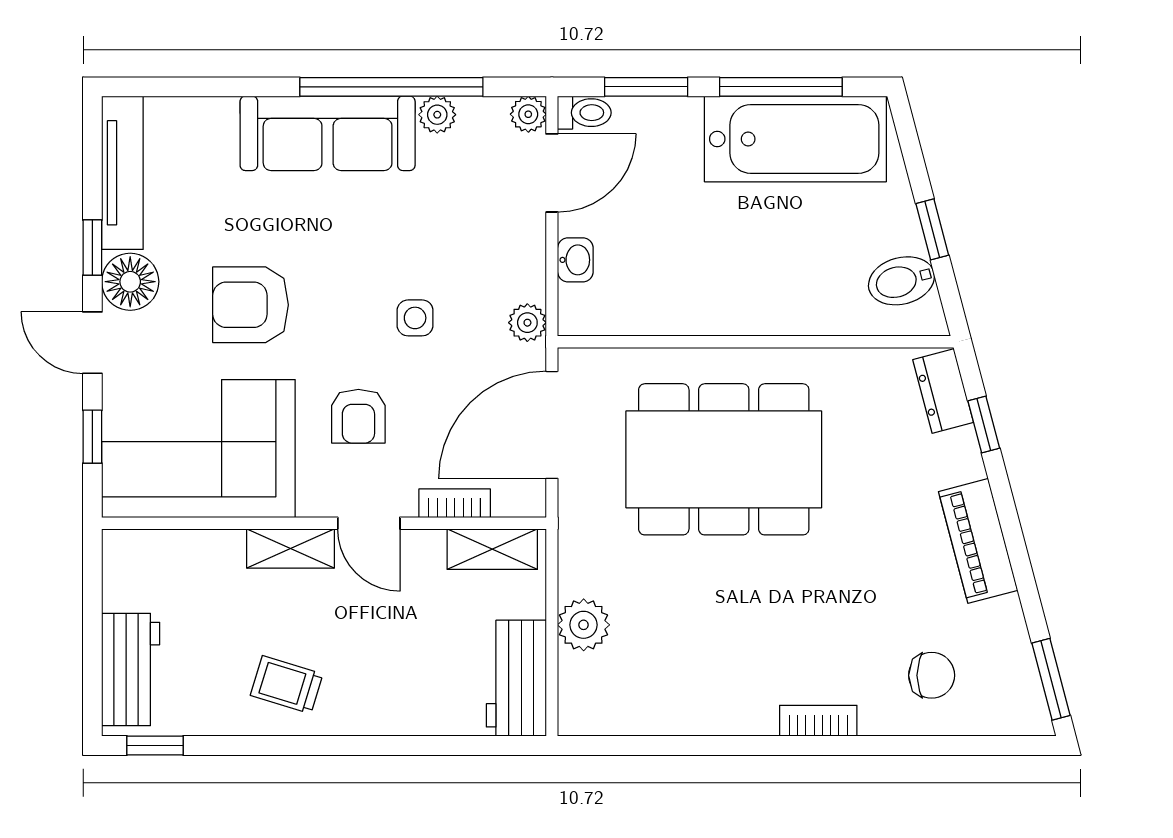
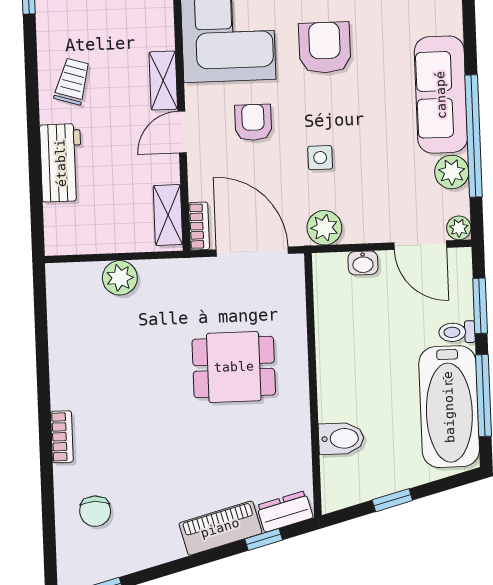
toilet: (584, 113) -> (457, 332), moved, turned 90
plant: (437, 115) -> (452, 172), width x1.38, depth x1.38
bidet: (901, 281) -> (341, 438), moved, turned 105
plant: (527, 323) -> (324, 228), width x1.38, depth x1.38
armchair: (358, 416) -> (253, 122), turned 90
dining table: (724, 459) -> (234, 367), width x0.53, depth x0.80
bookcase: (455, 503) -> (199, 226), moved
piano: (978, 541) -> (220, 528), moved
workbench: (516, 678) -> (61, 163), moved, turned 90

